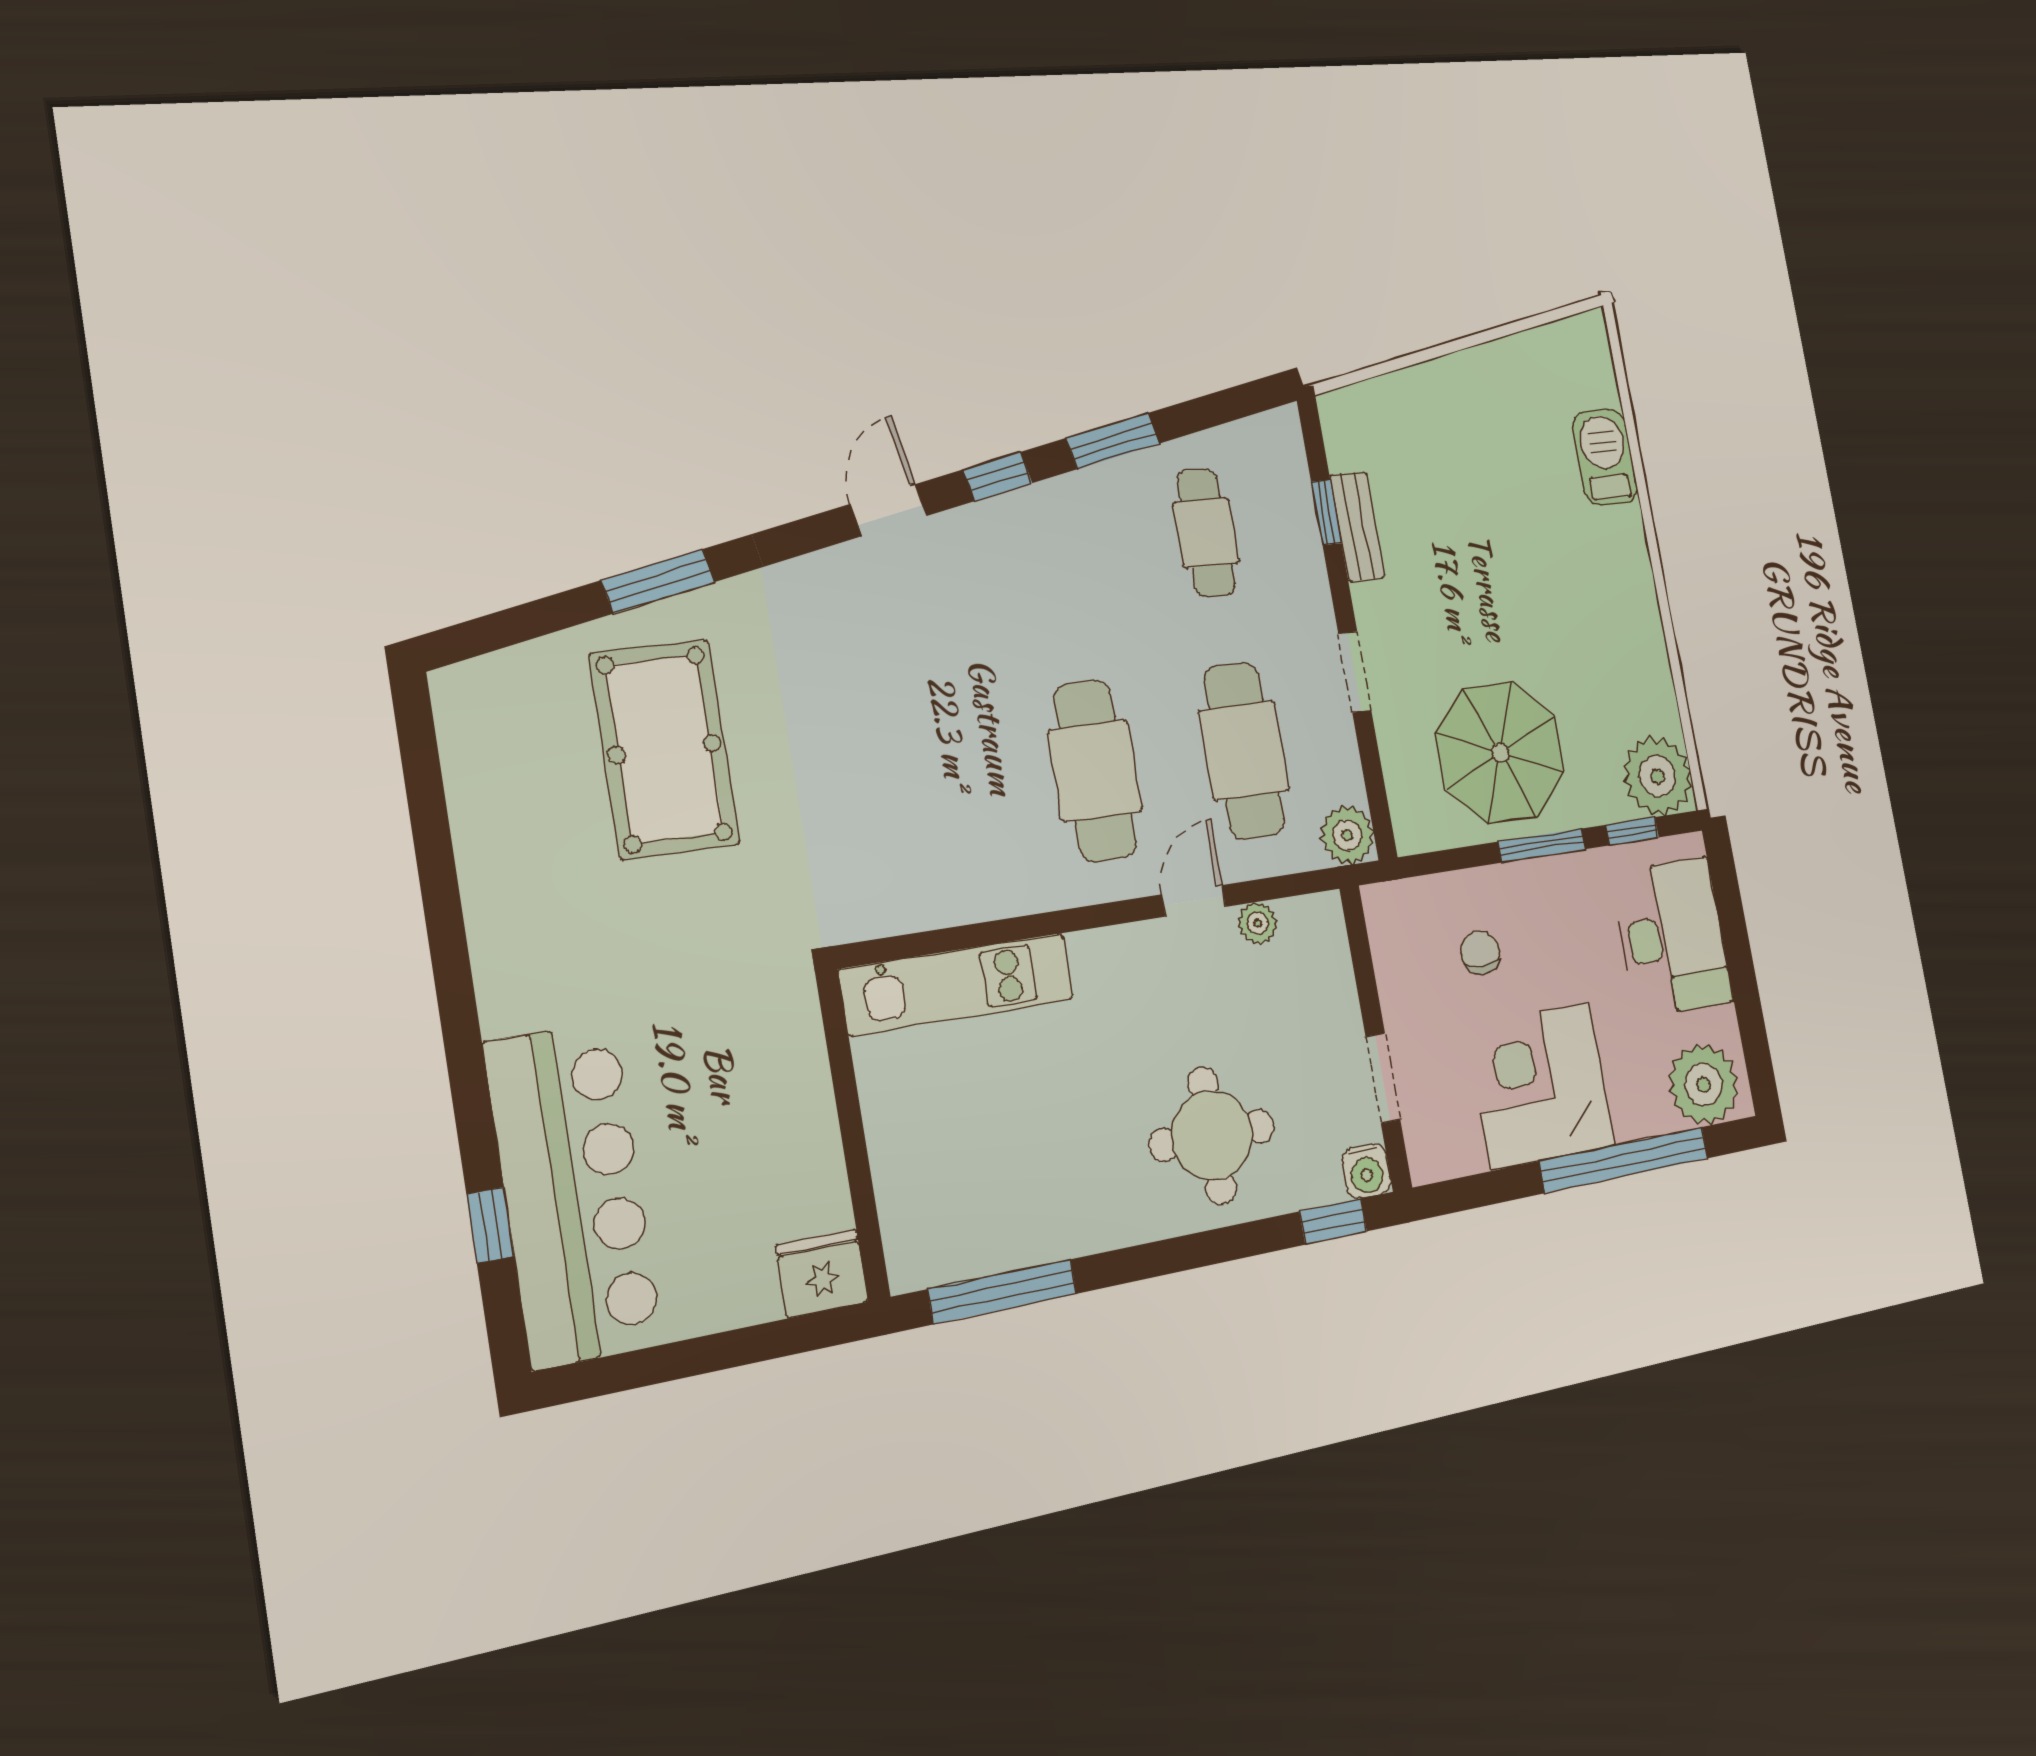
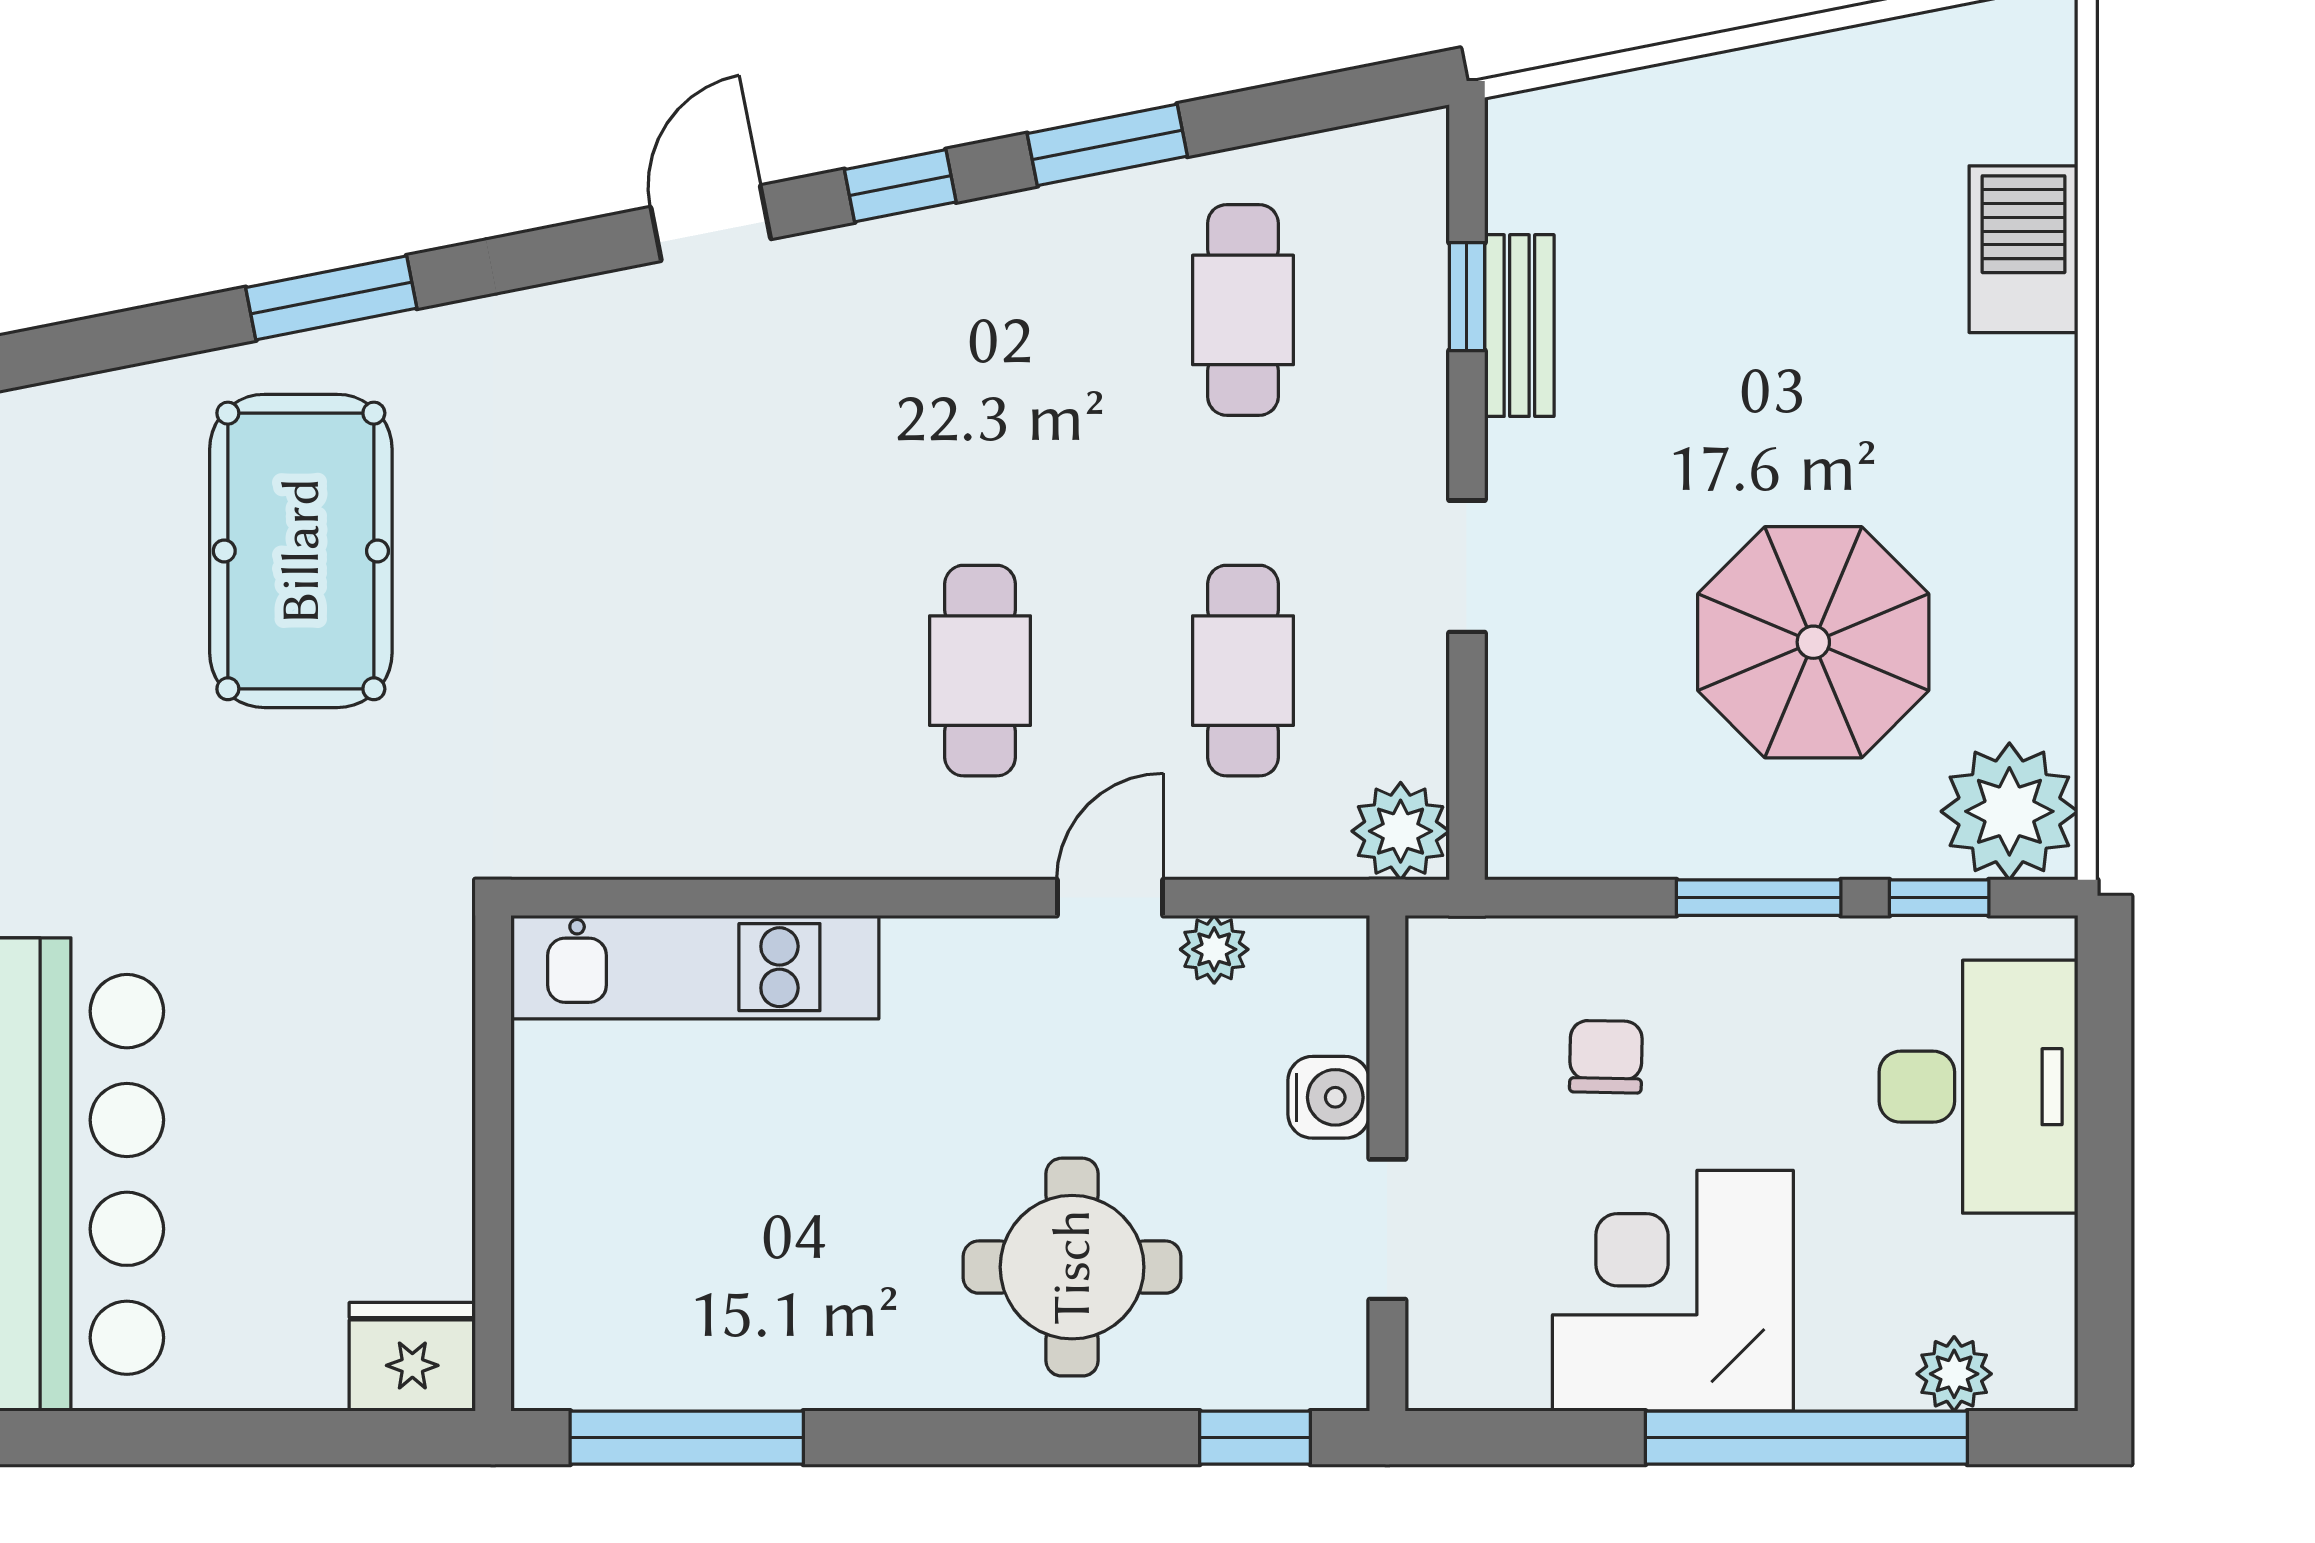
cafe table: (1244, 750) -> (1243, 671), width x0.73, depth x0.74
parasol: (1500, 753) -> (1813, 642), moved
cafe table: (1095, 771) -> (980, 671), width x0.73, depth x0.74
plant: (1703, 1084) -> (1954, 1374), width x0.53, depth x0.53
water cooler: (1366, 1171) -> (1329, 1097), moved, turned -90

